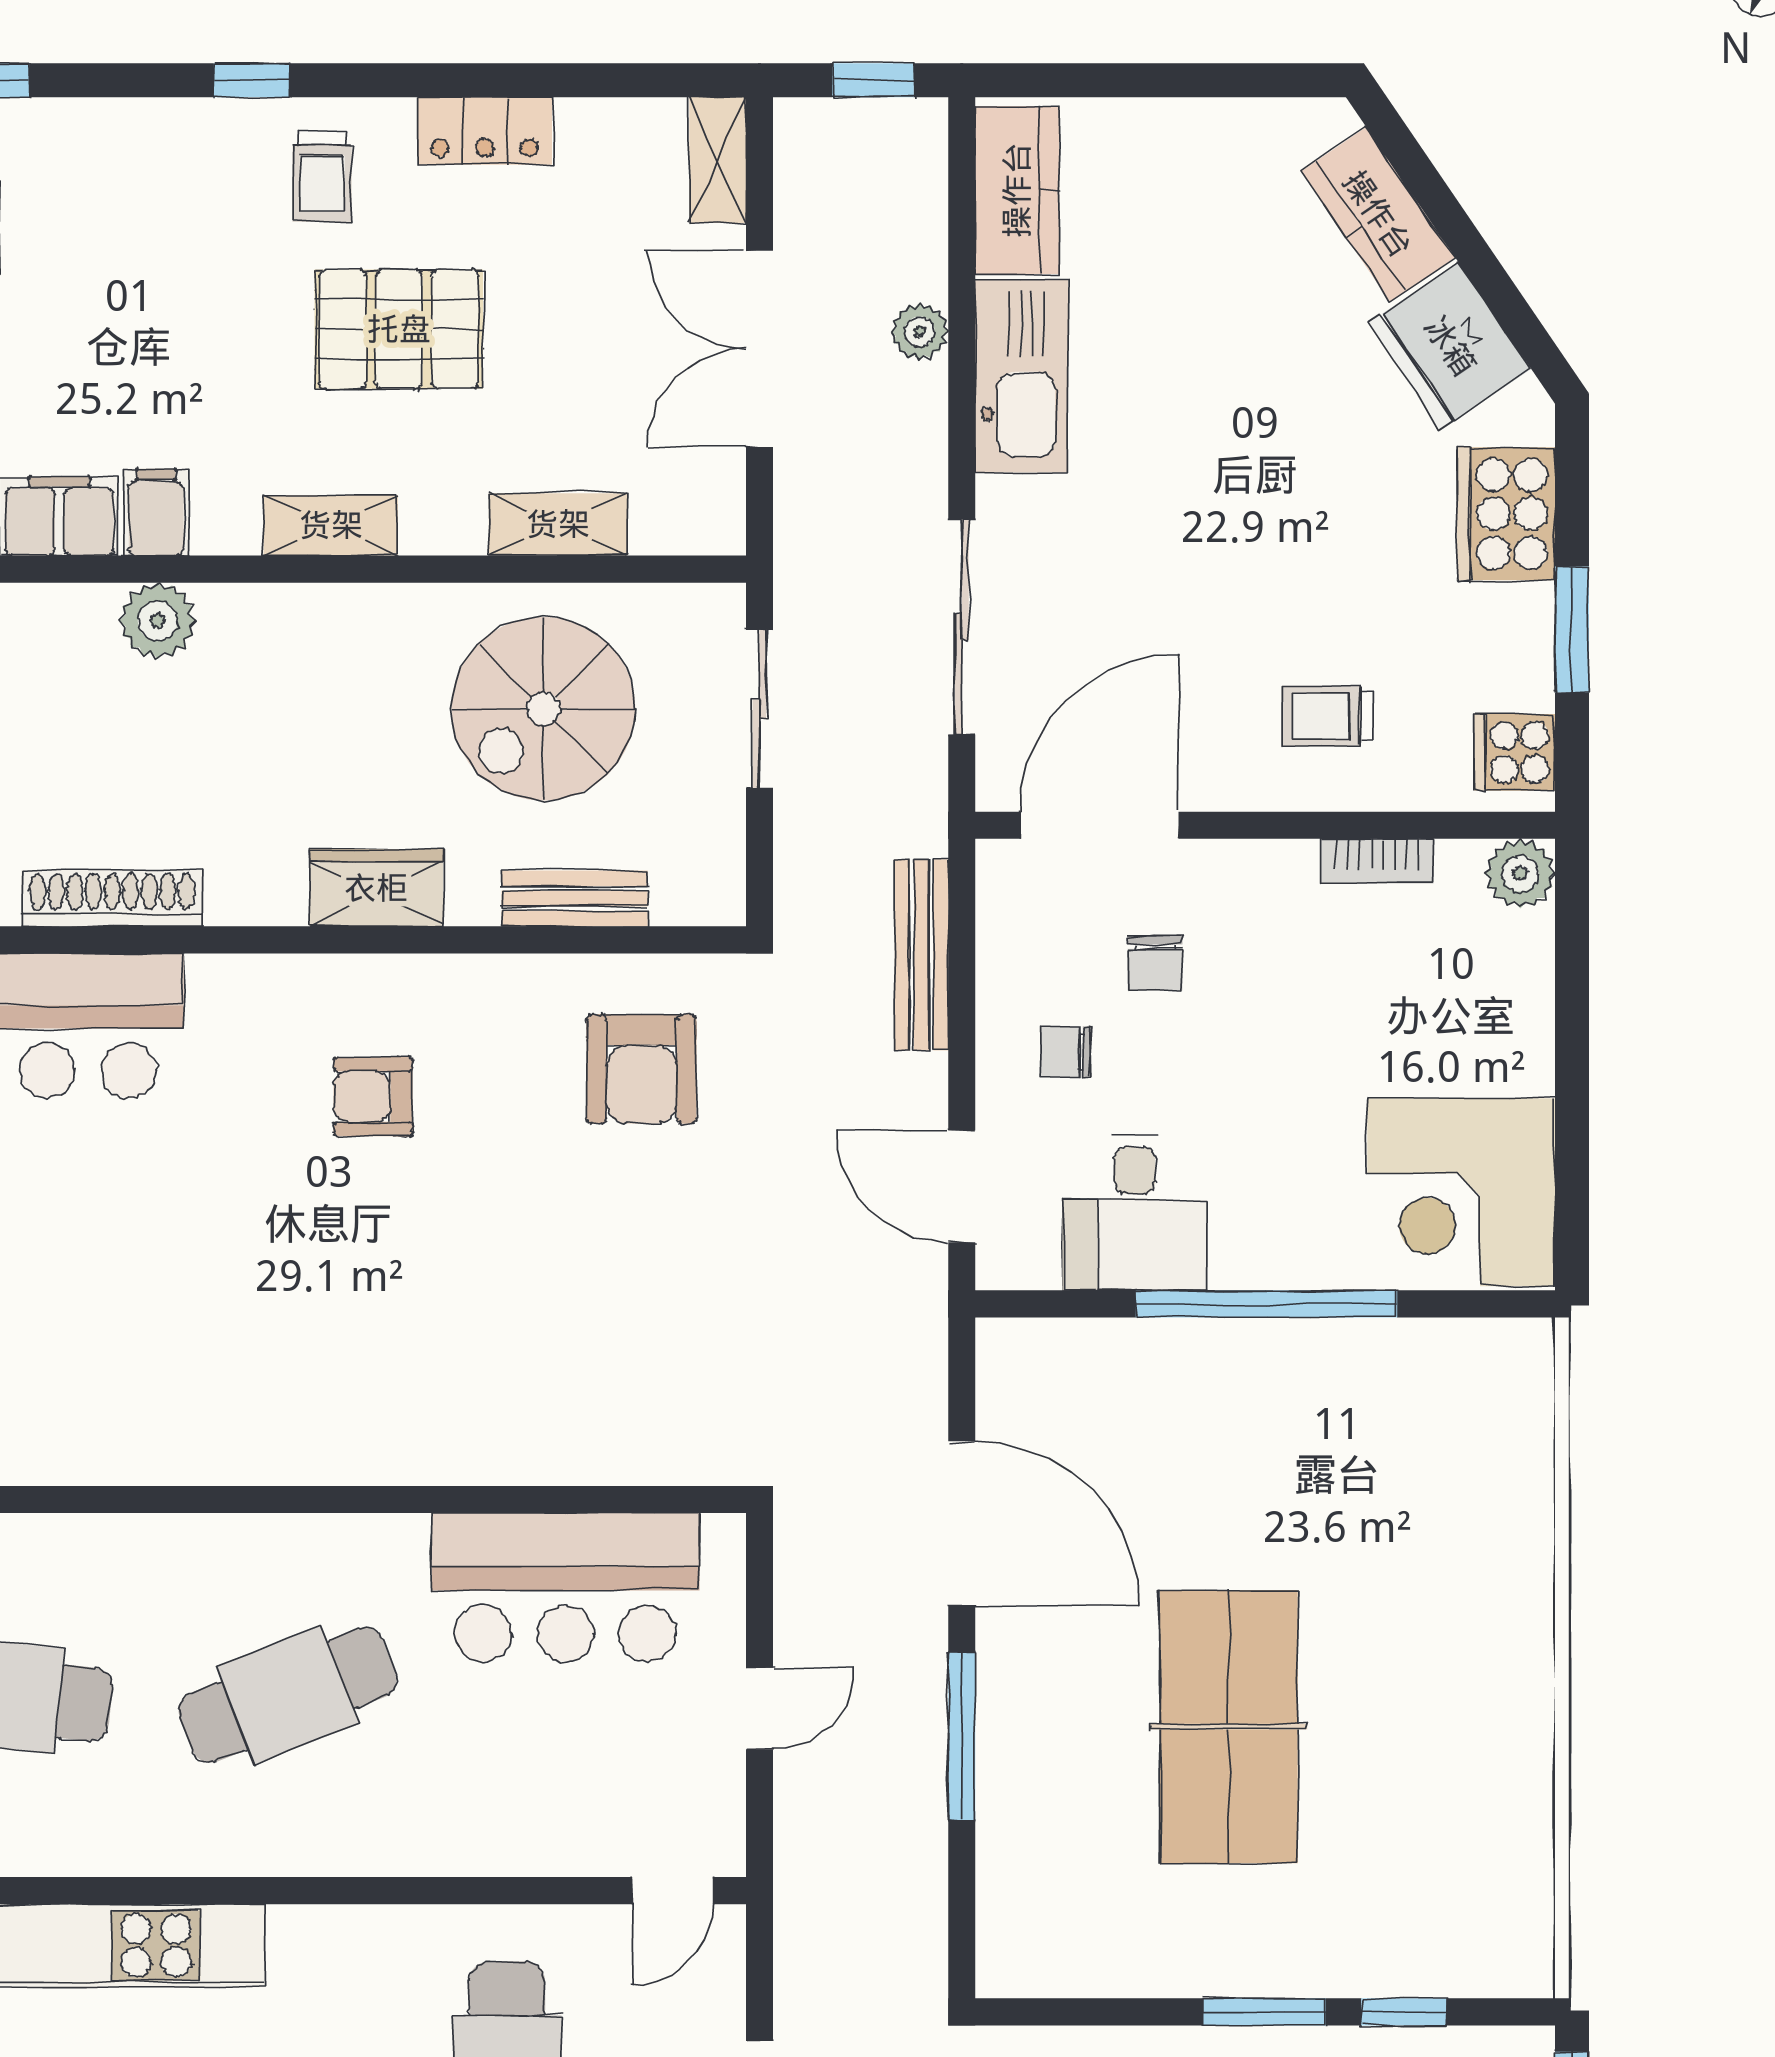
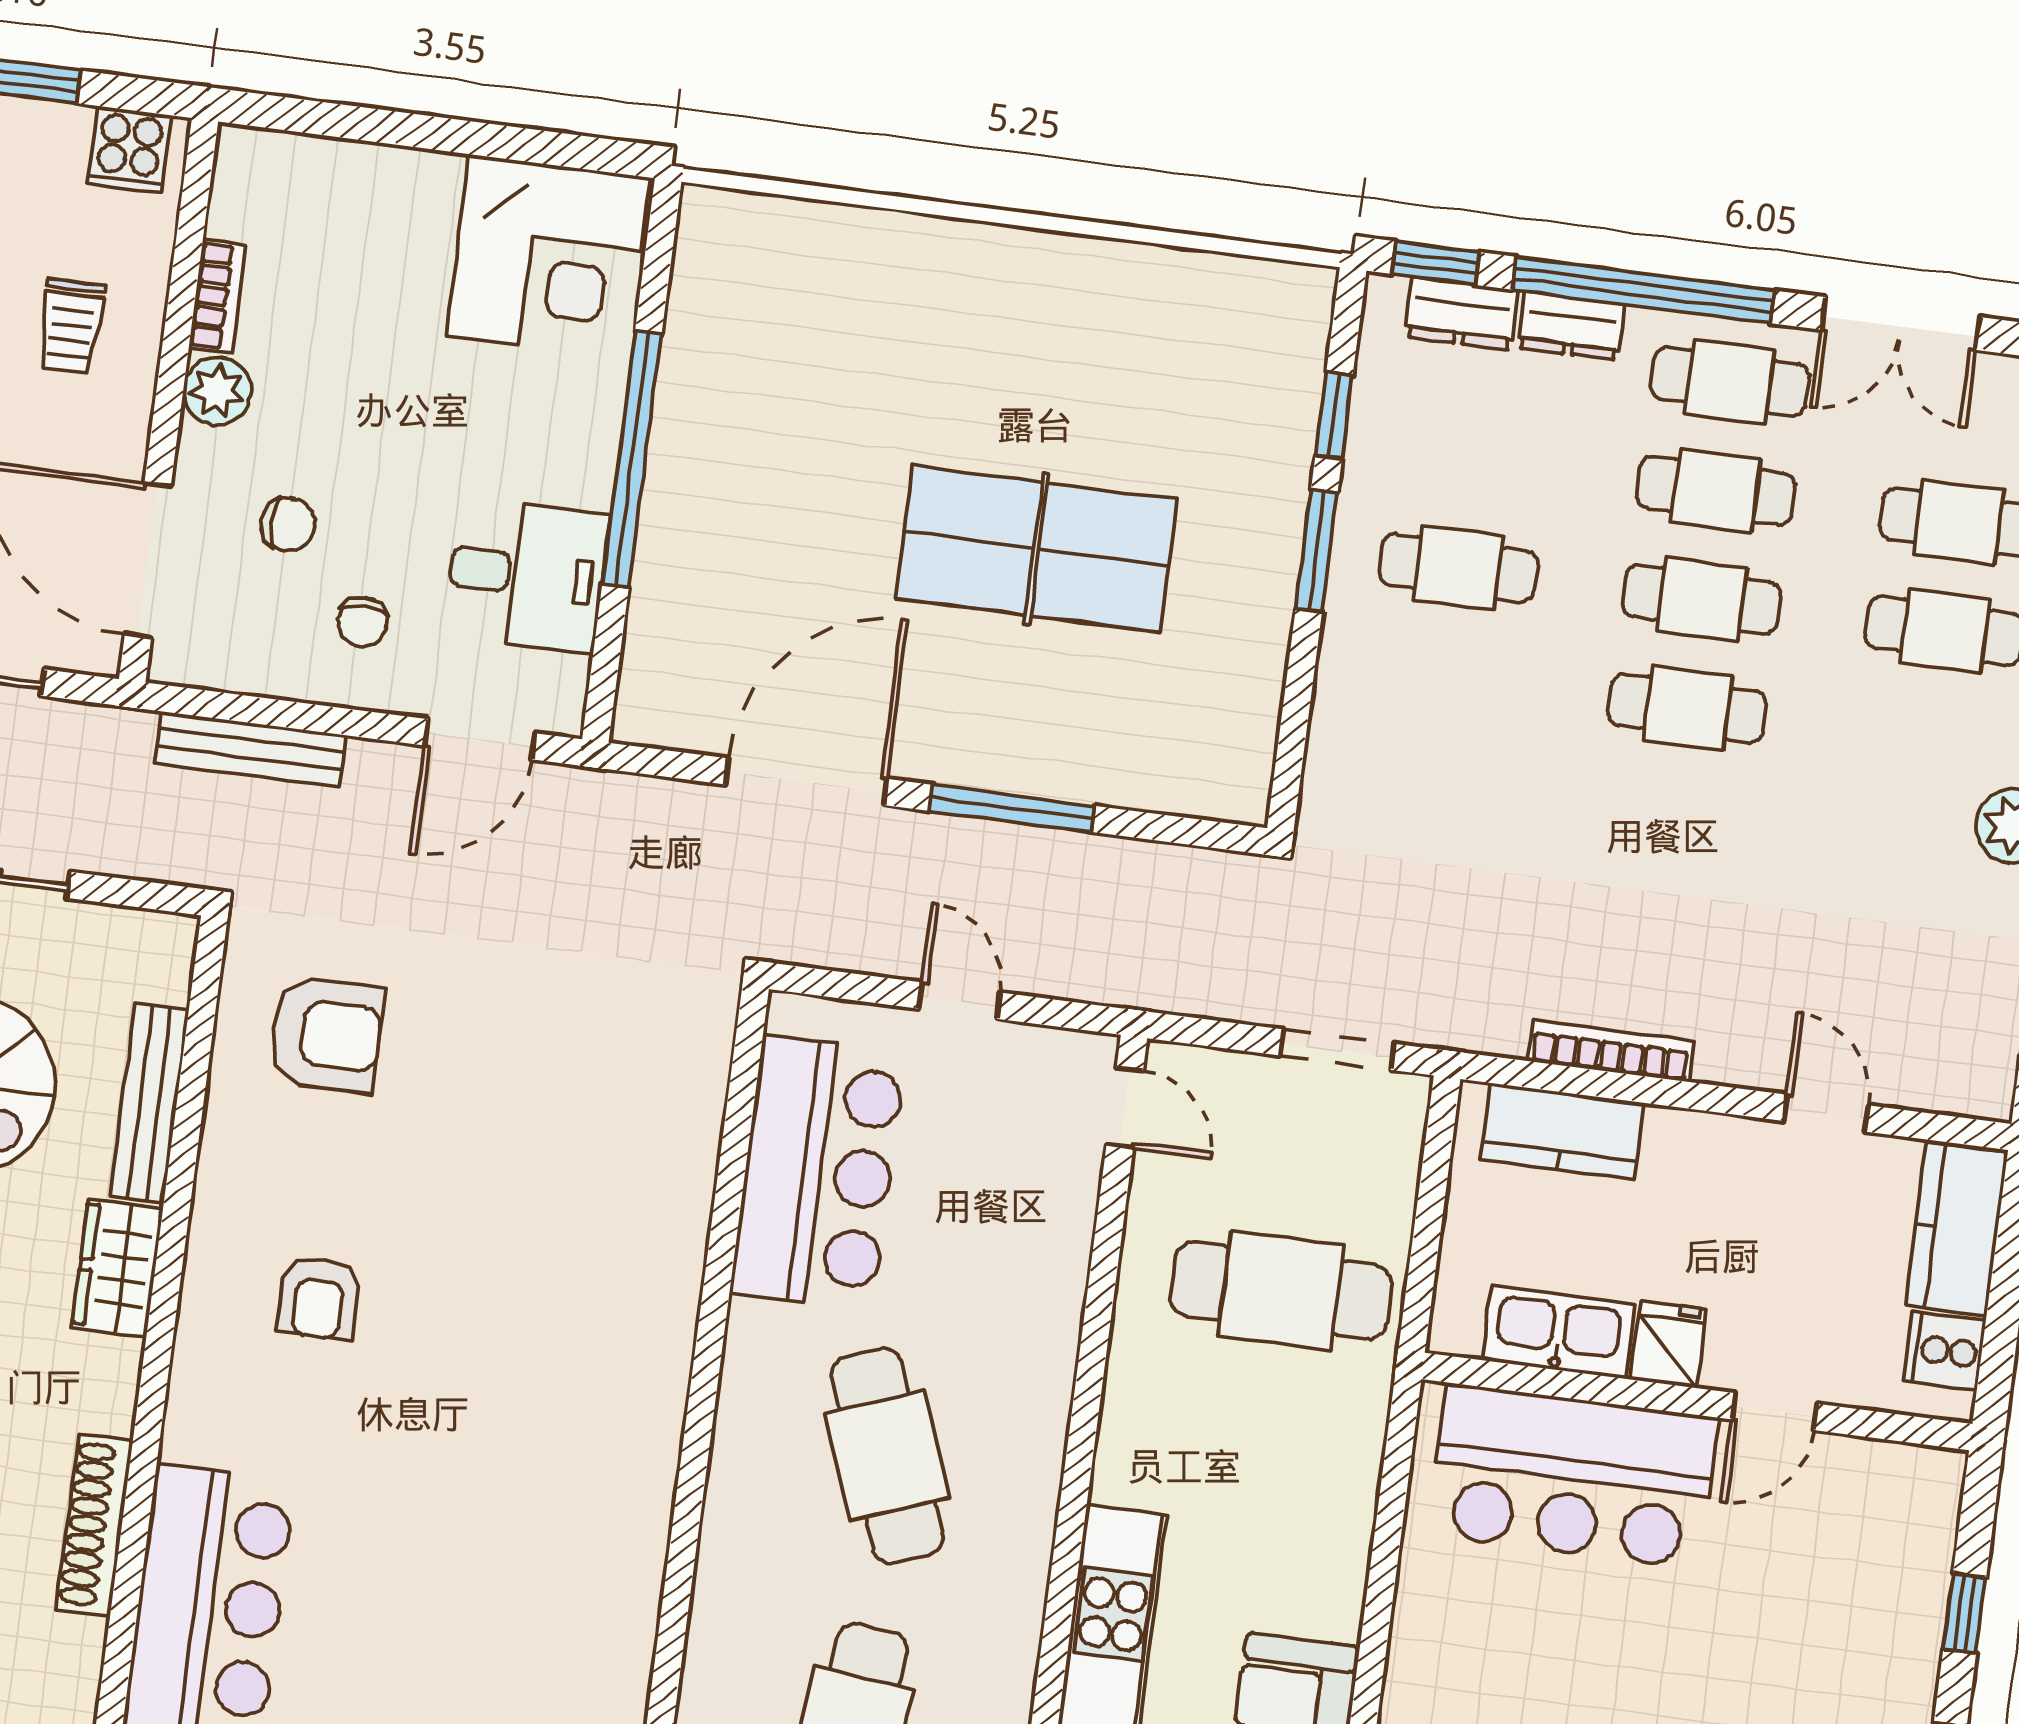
plant: (1520, 874) -> (217, 391), moved
bench: (575, 898) -> (149, 1103), width x1.36

